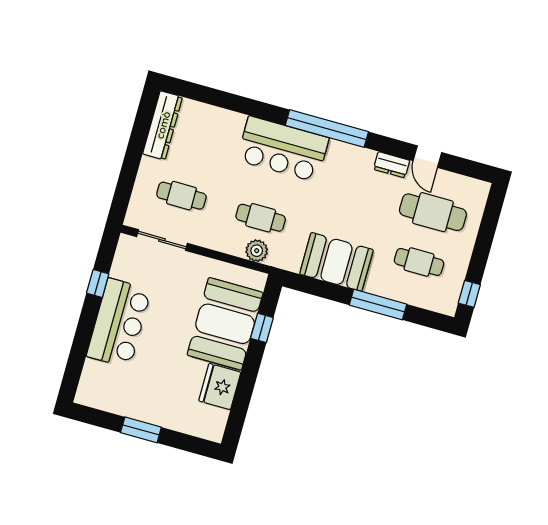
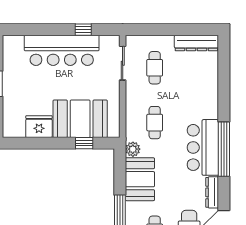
bar counter: (283, 149) -> (203, 147), moved
dresser: (392, 165) -> (212, 192), width x1.44
plant: (257, 251) -> (133, 149), moved
bar counter: (119, 323) -> (62, 50), width x1.36

